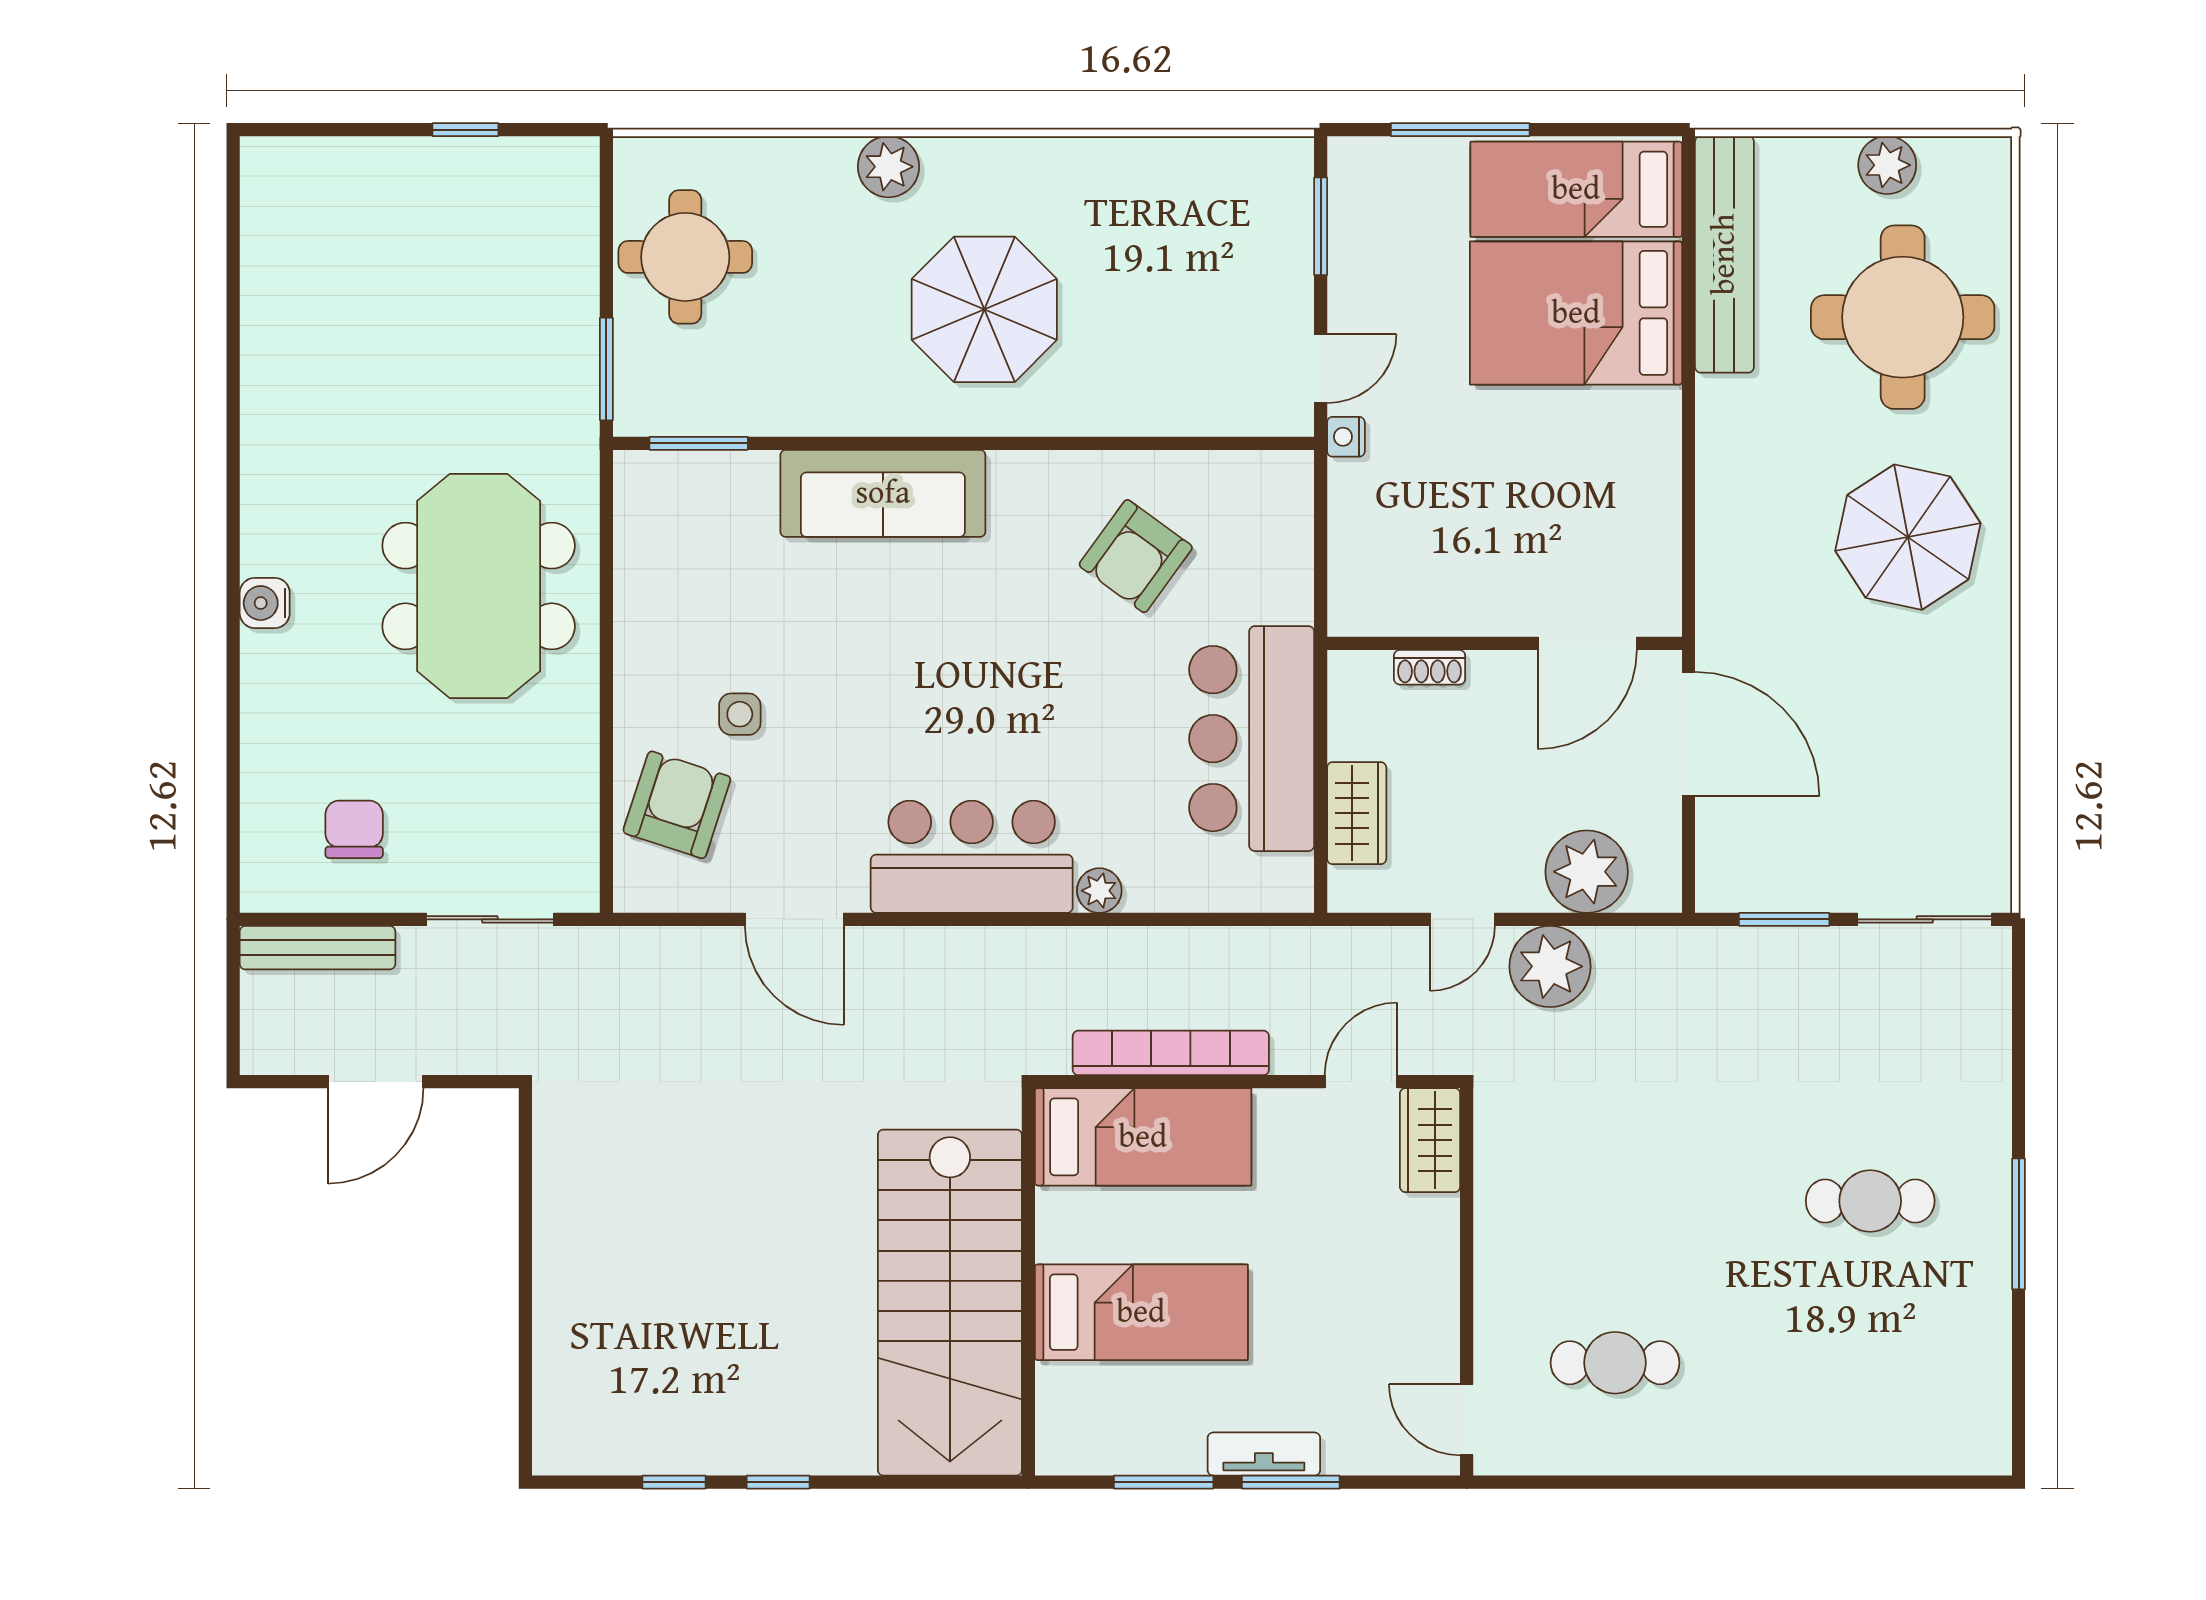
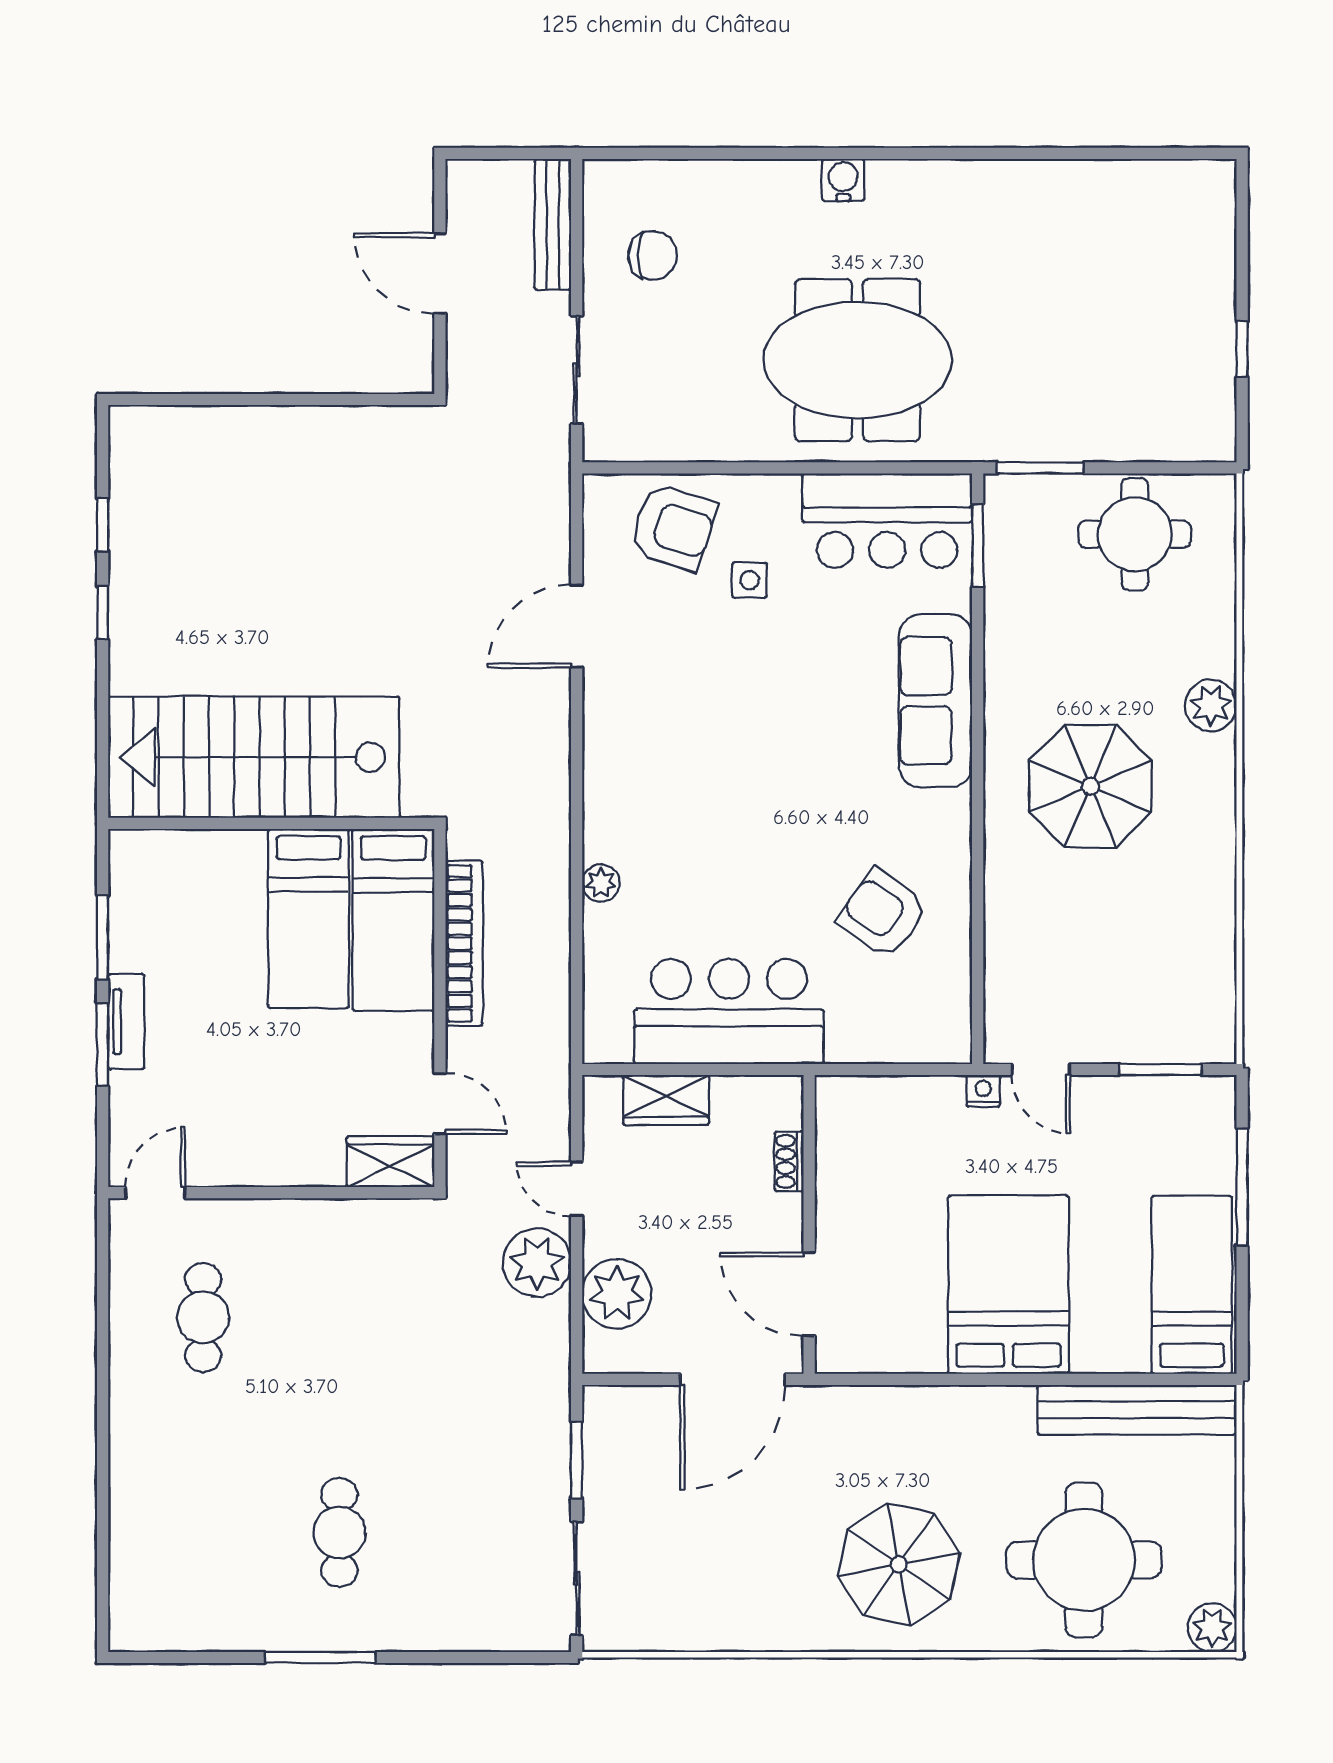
plant: (1887, 165) -> (1212, 1628), moved
bed: (1576, 313) -> (1008, 1285), moved
bar counter: (972, 857) -> (887, 521), moved, turned 90
bed: (1141, 1312) -> (308, 918), moved

